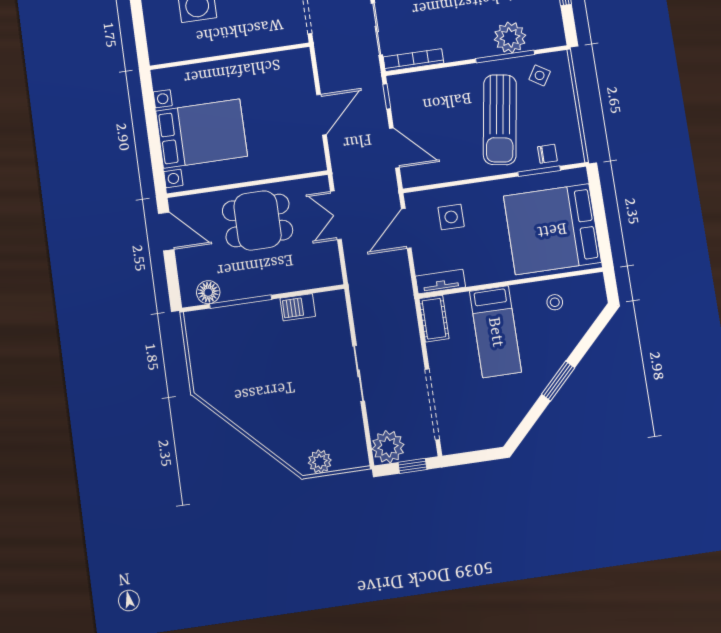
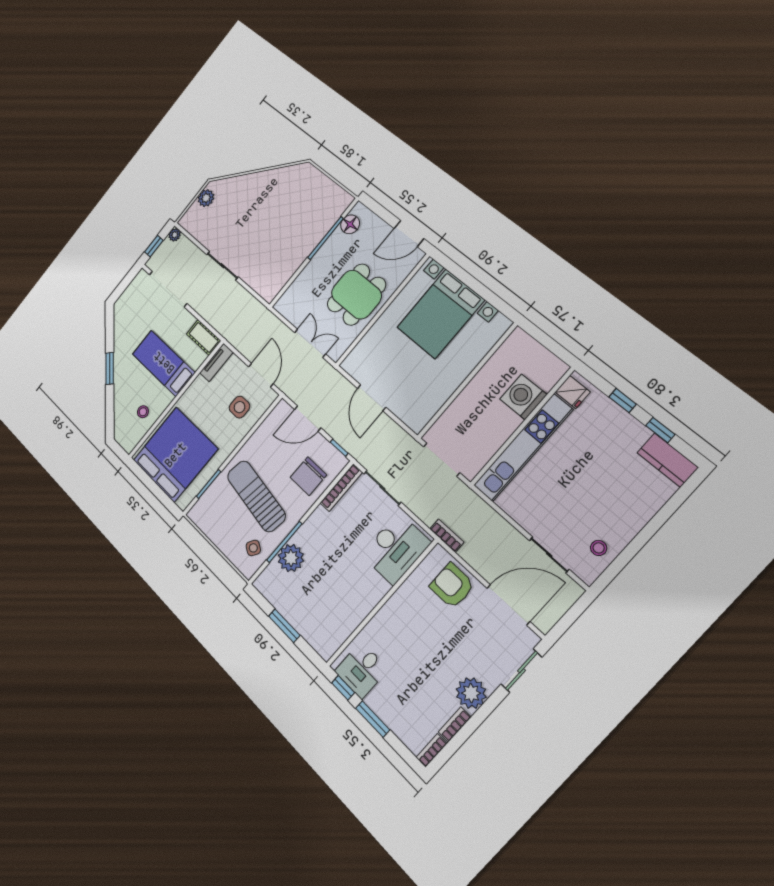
chair: (547, 154) -> (308, 476), moved, width x1.87, depth x1.87
barbecue: (298, 307) -> (288, 268), removed
plant: (388, 447) -> (175, 235), width x0.53, depth x0.53

